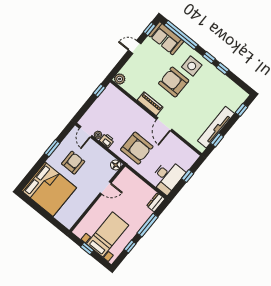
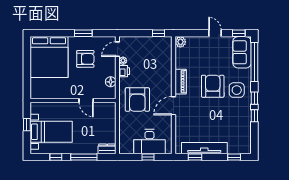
floor lamp: (116, 165) -> (111, 82), moved
desk: (167, 177) -> (149, 142), moved

